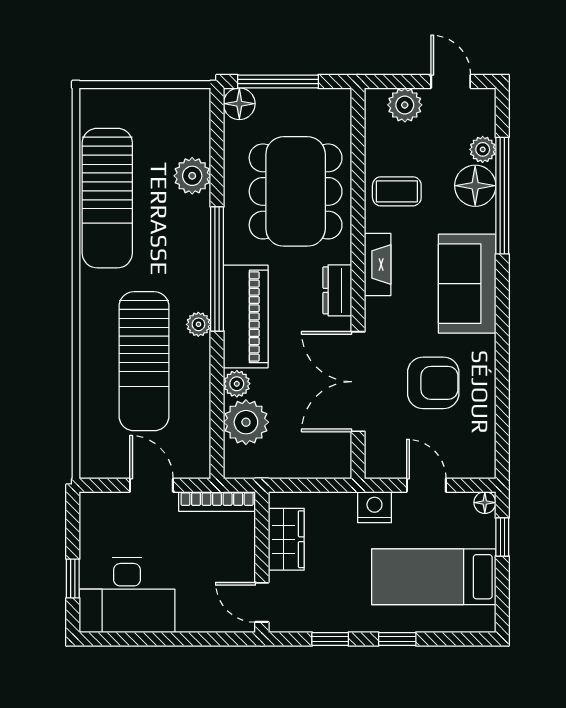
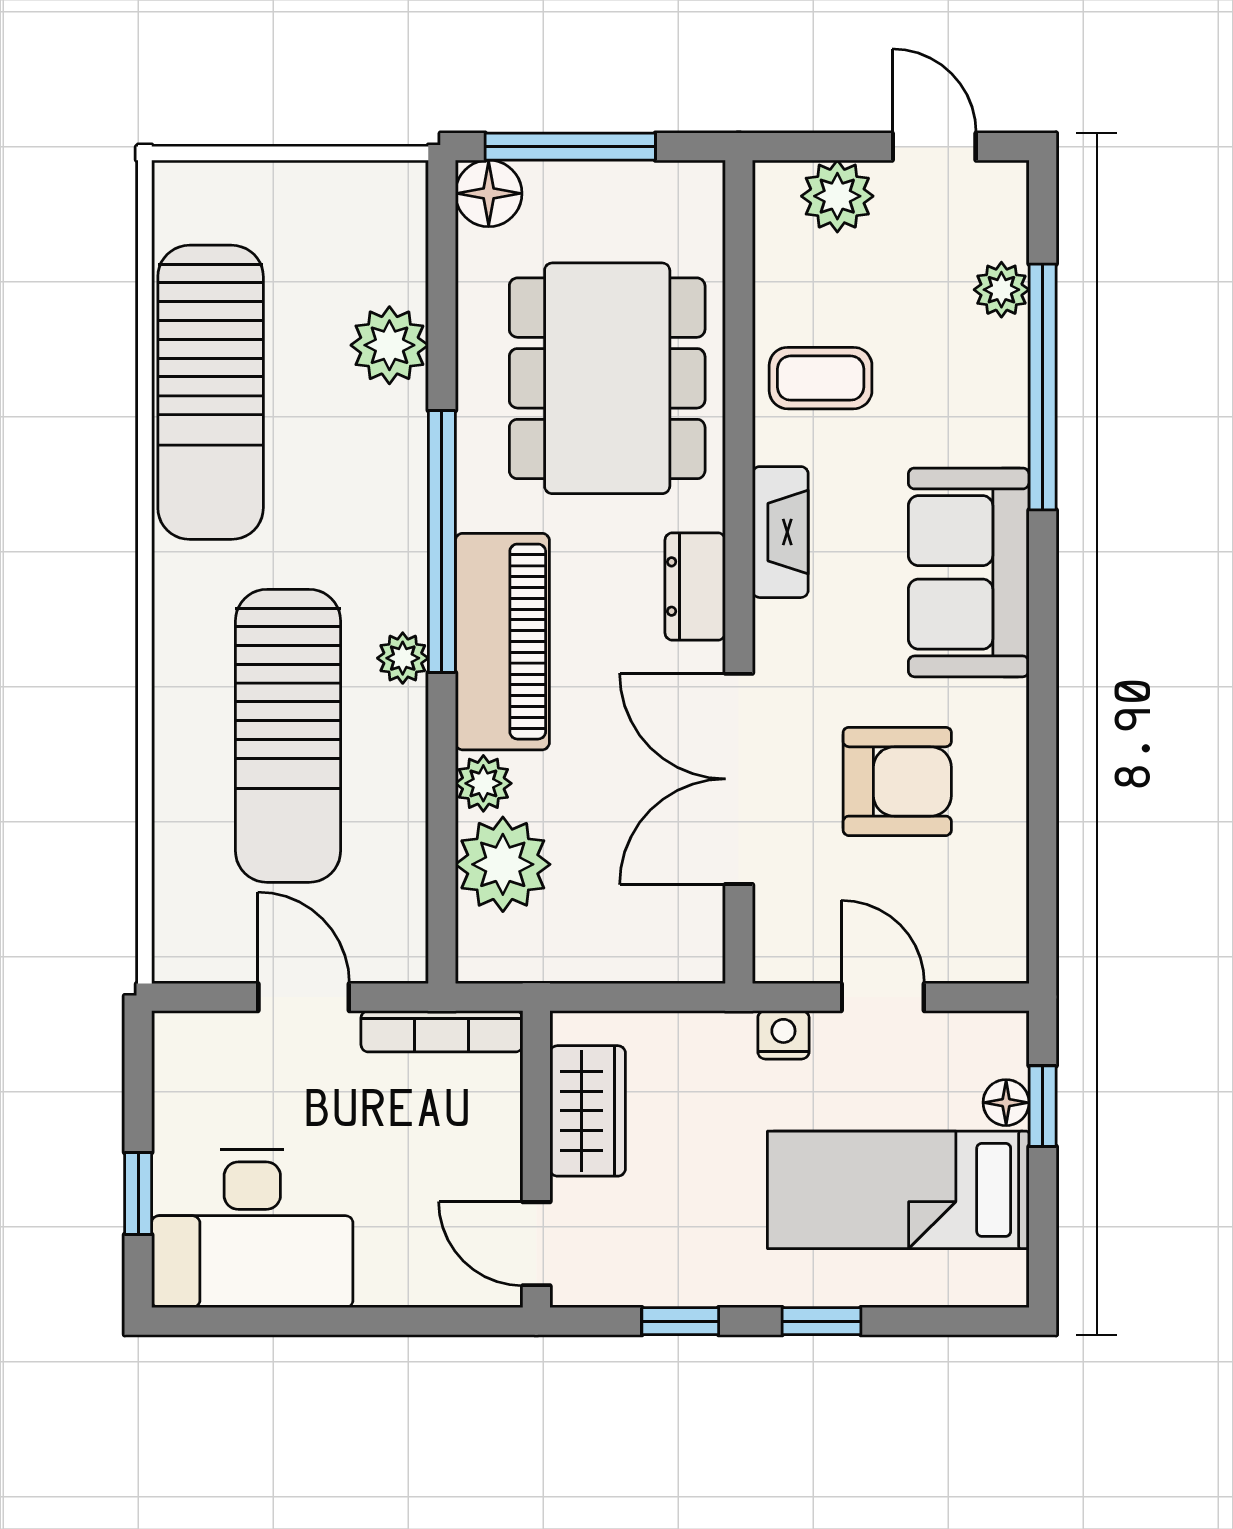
floor lamp: (475, 186) -> (986, 366), removed
floor lamp: (485, 503) -> (1006, 1103), moved
nightstand: (374, 507) -> (783, 1035), width x0.72, depth x0.74

